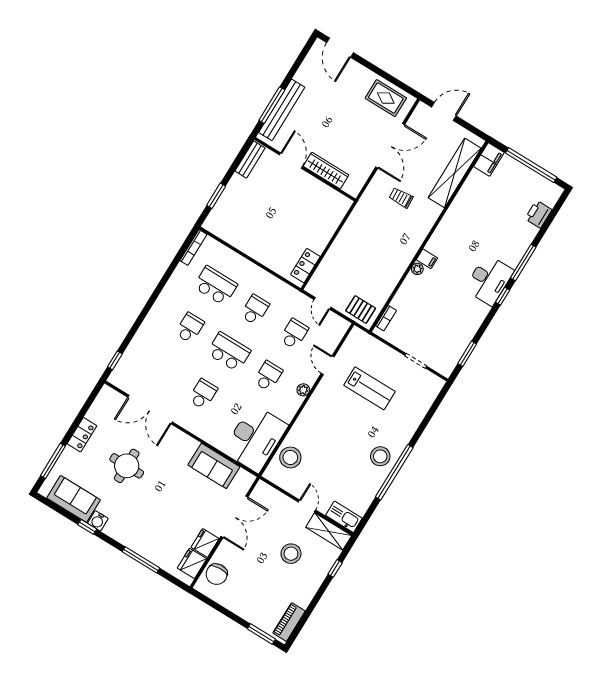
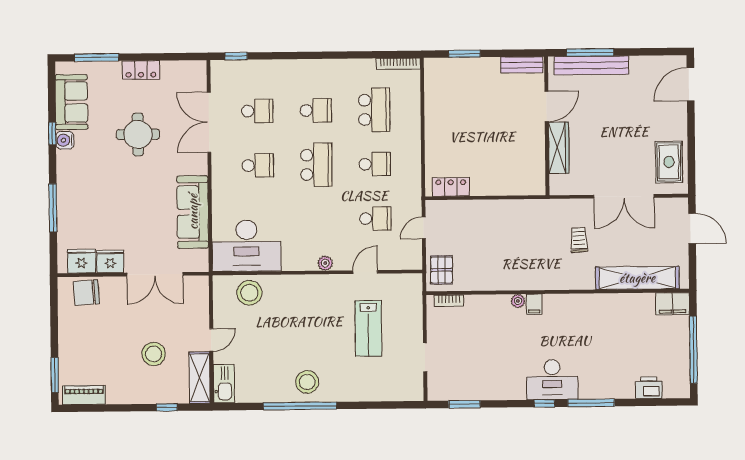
school desk: (268, 376) -> (257, 111), moved
sofa: (214, 466) -> (193, 212), width x1.36

